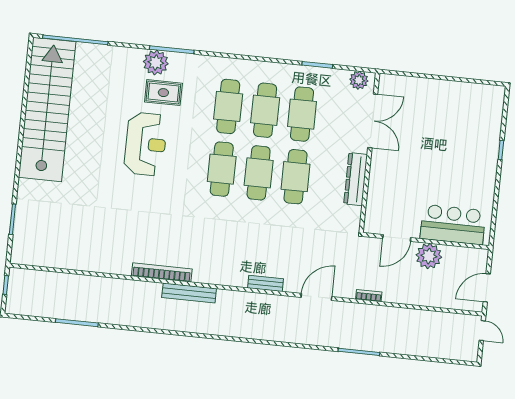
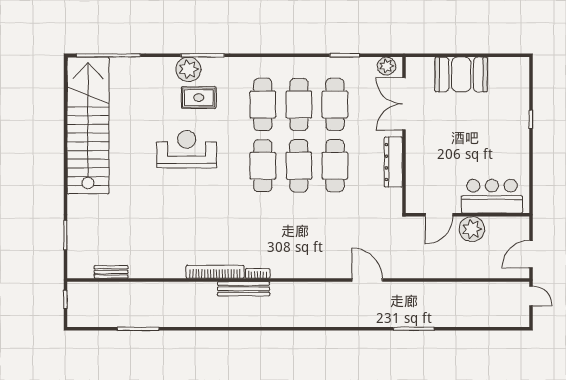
booth: (434, 97) -> (461, 74), added
double door: (373, 121) -> (404, 104), swing flipped
reception desk: (146, 144) -> (187, 149), turned -90
bench: (266, 283) -> (111, 272), moved
bookcase: (369, 296) -> (258, 273), moved
door: (316, 297) -> (367, 280), hinge flipped

